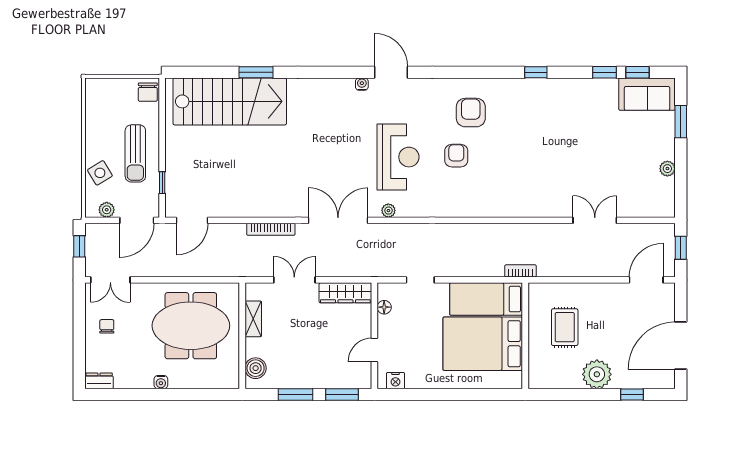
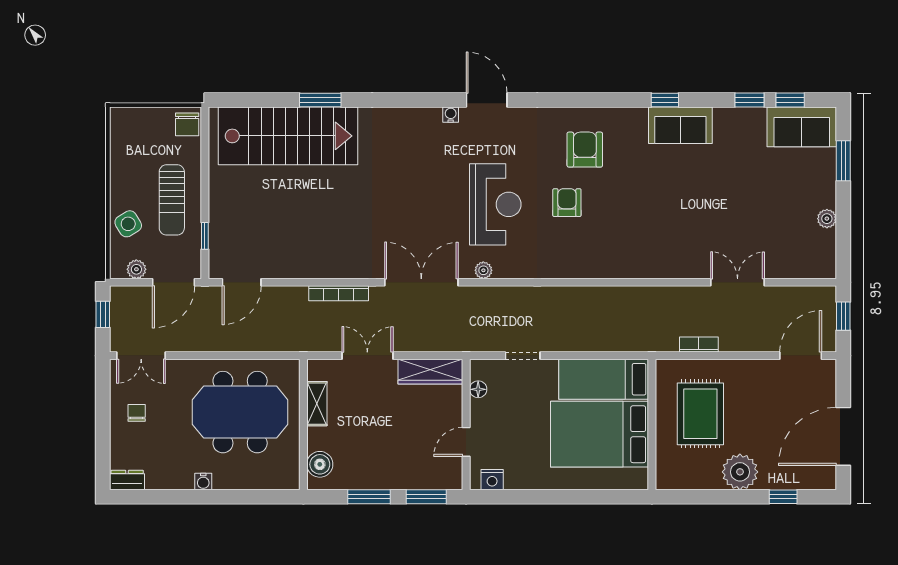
sofa: (548, 93) -> (680, 125), added
bookcase: (521, 271) -> (699, 345), moved
rug: (565, 327) -> (700, 414), width x1.36, depth x1.43

